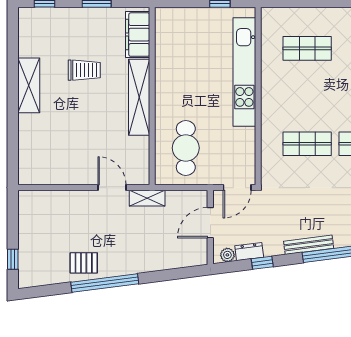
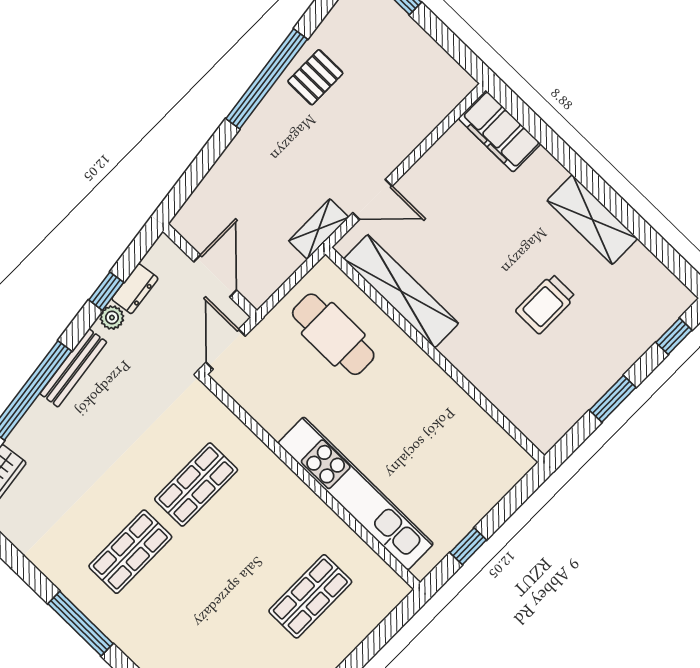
filing cabinet: (138, 35) -> (500, 131), moved, turned 180
shelving: (139, 97) -> (401, 291), moved
plant: (227, 255) -> (112, 318), moved

